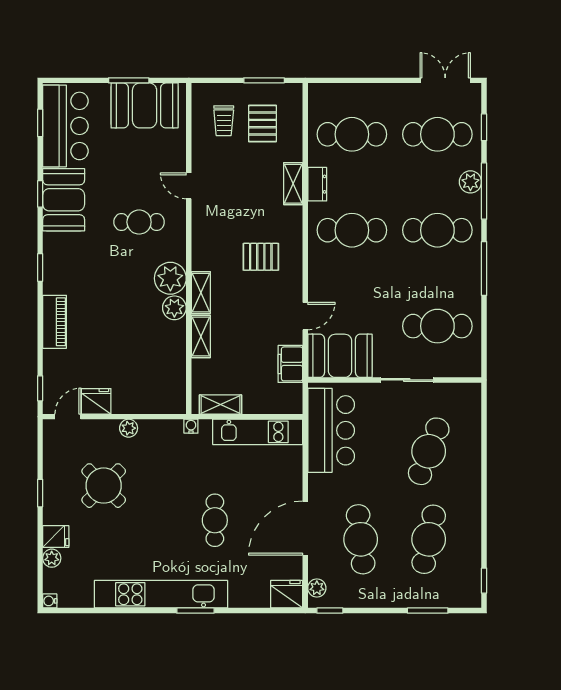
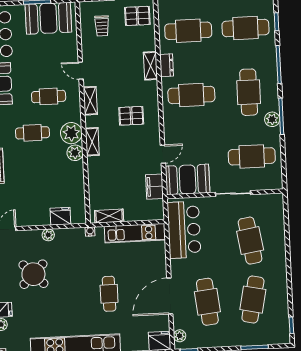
pallet: (263, 124) -> (137, 16), moved, turned 90
plant: (470, 182) -> (272, 119), moved
cafe table: (437, 230) -> (249, 92), turned 90
cafe table: (112, 275) -> (32, 133), added
shelving: (201, 336) -> (90, 101), moved
fridge: (96, 401) -> (60, 216), moved
cafe table: (429, 451) -> (250, 241), turned -30

